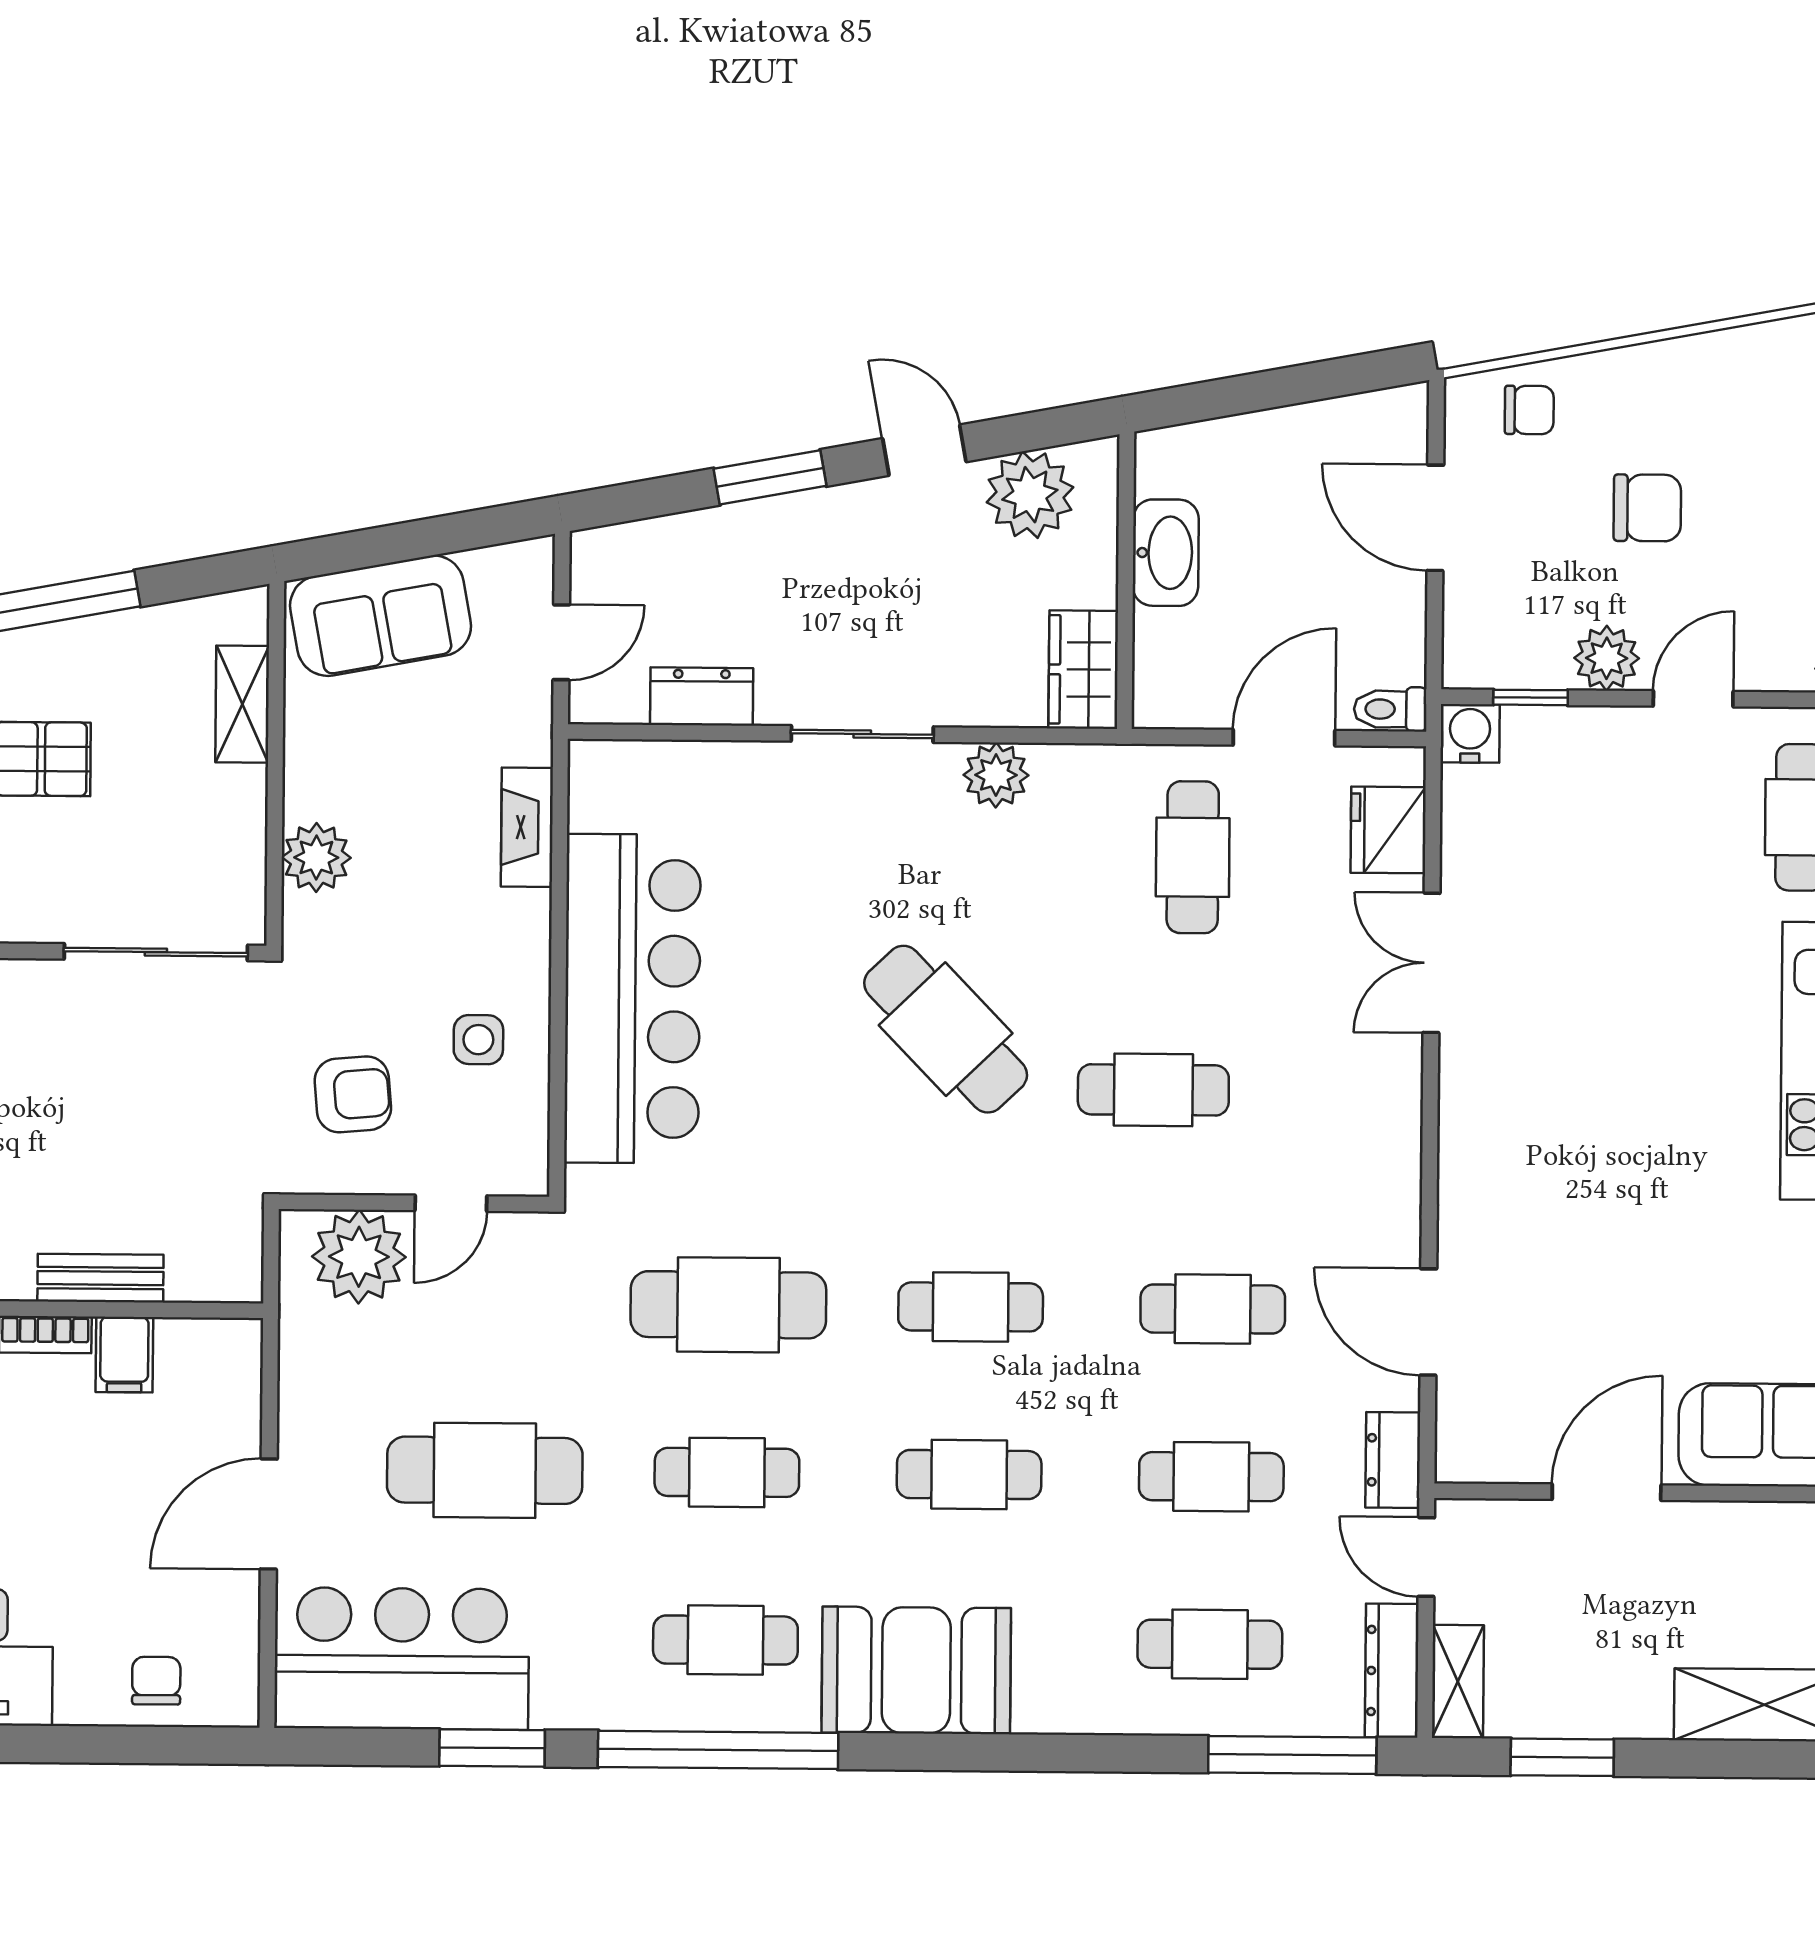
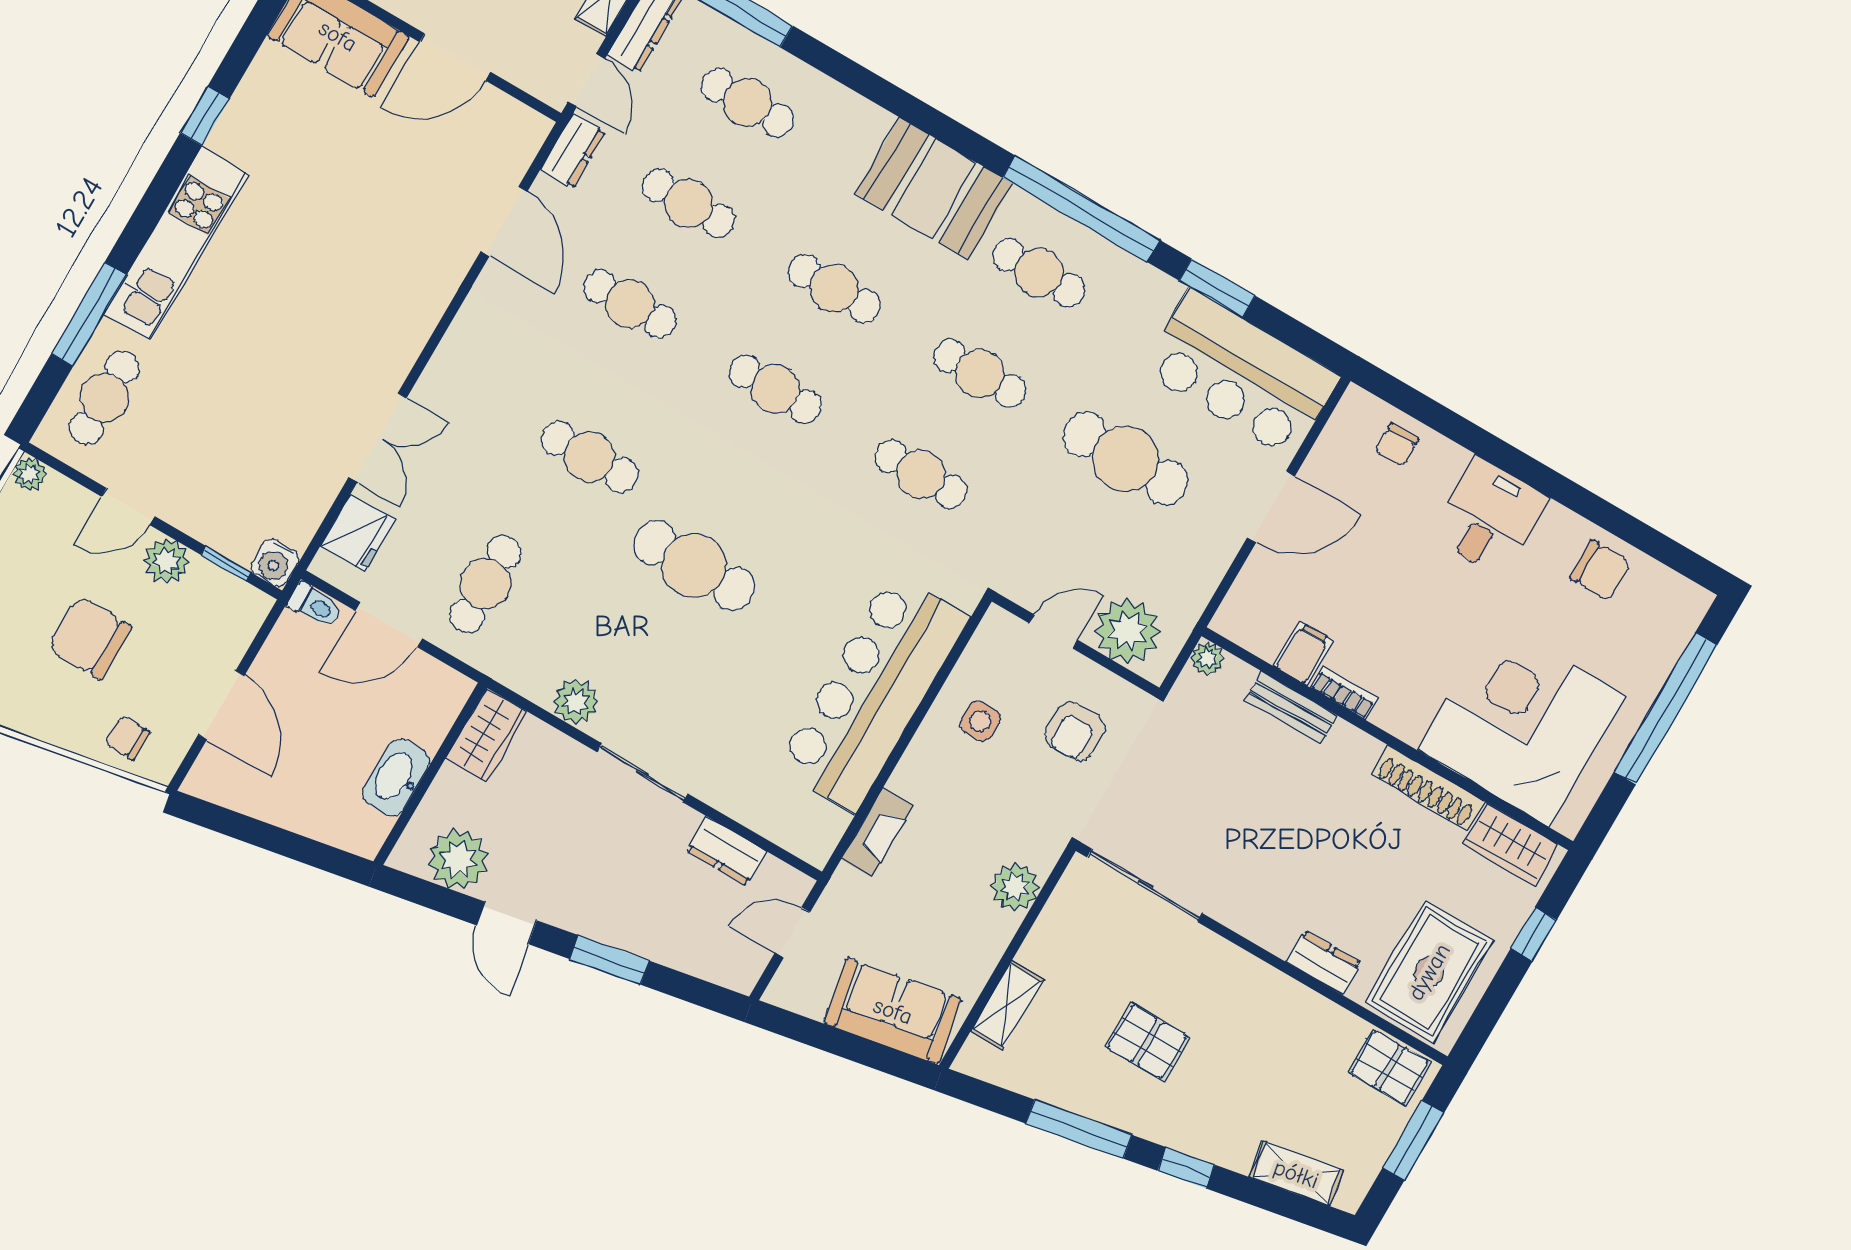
chair: (1647, 508) -> (90, 638), width x1.37, depth x1.37
cafe table: (946, 1029) -> (694, 566), turned -46
armchair: (353, 1094) -> (1075, 731), turned -85
plant: (240, 1280) -> (1207, 658), added
cafe table: (728, 1305) -> (921, 474), width x0.73, depth x0.74

